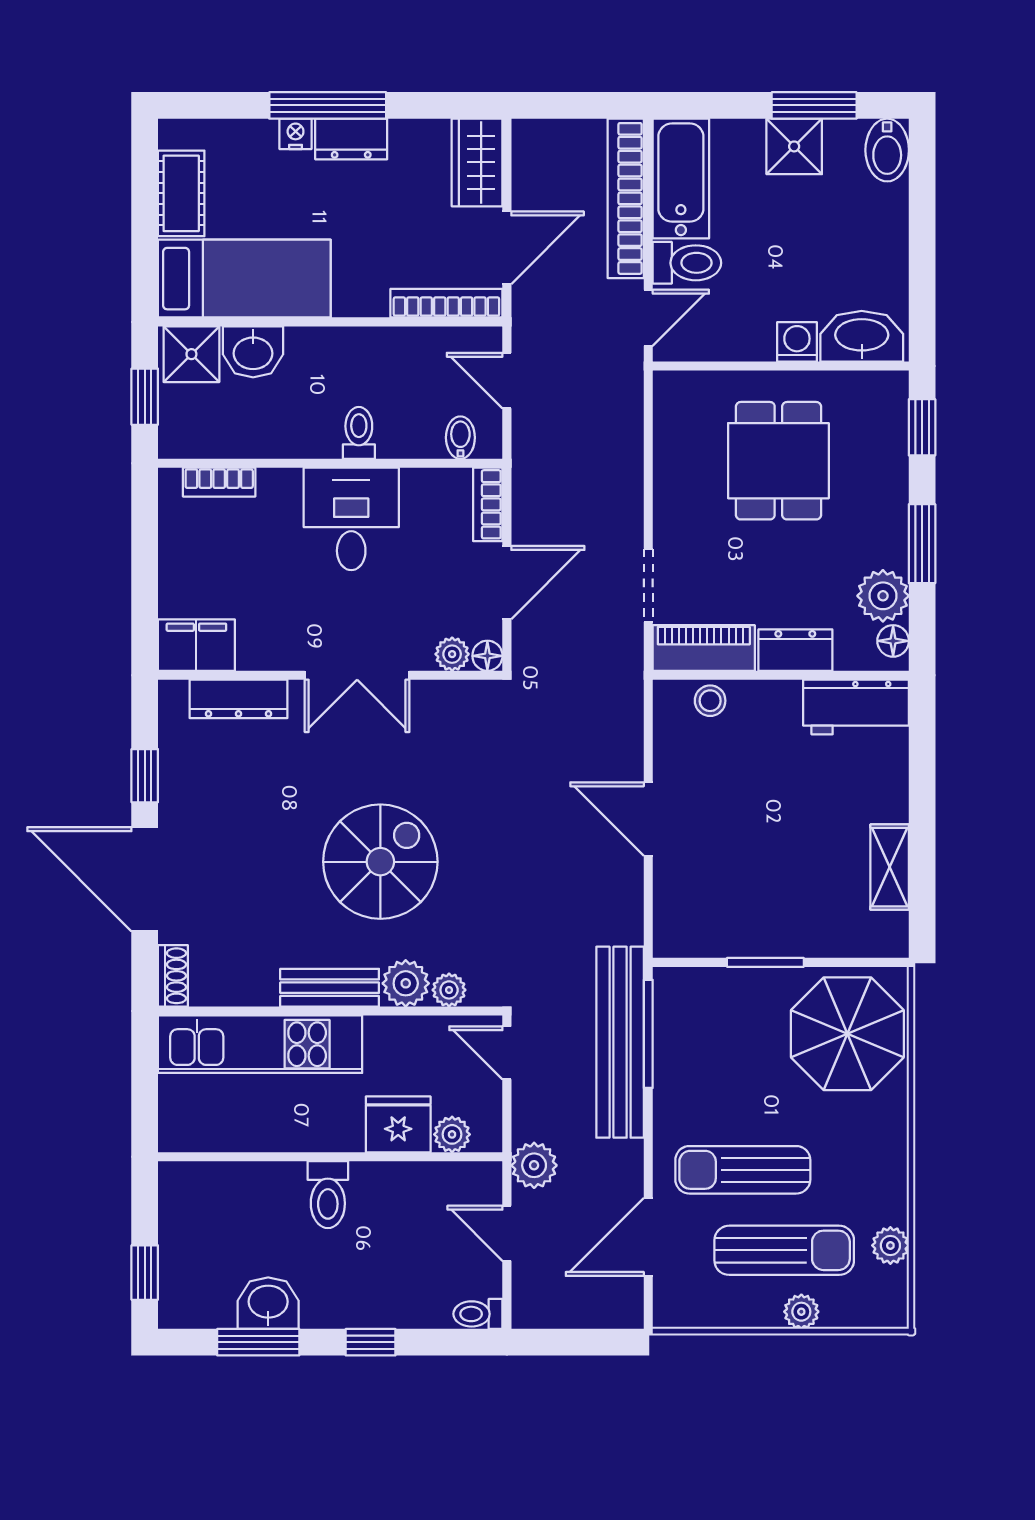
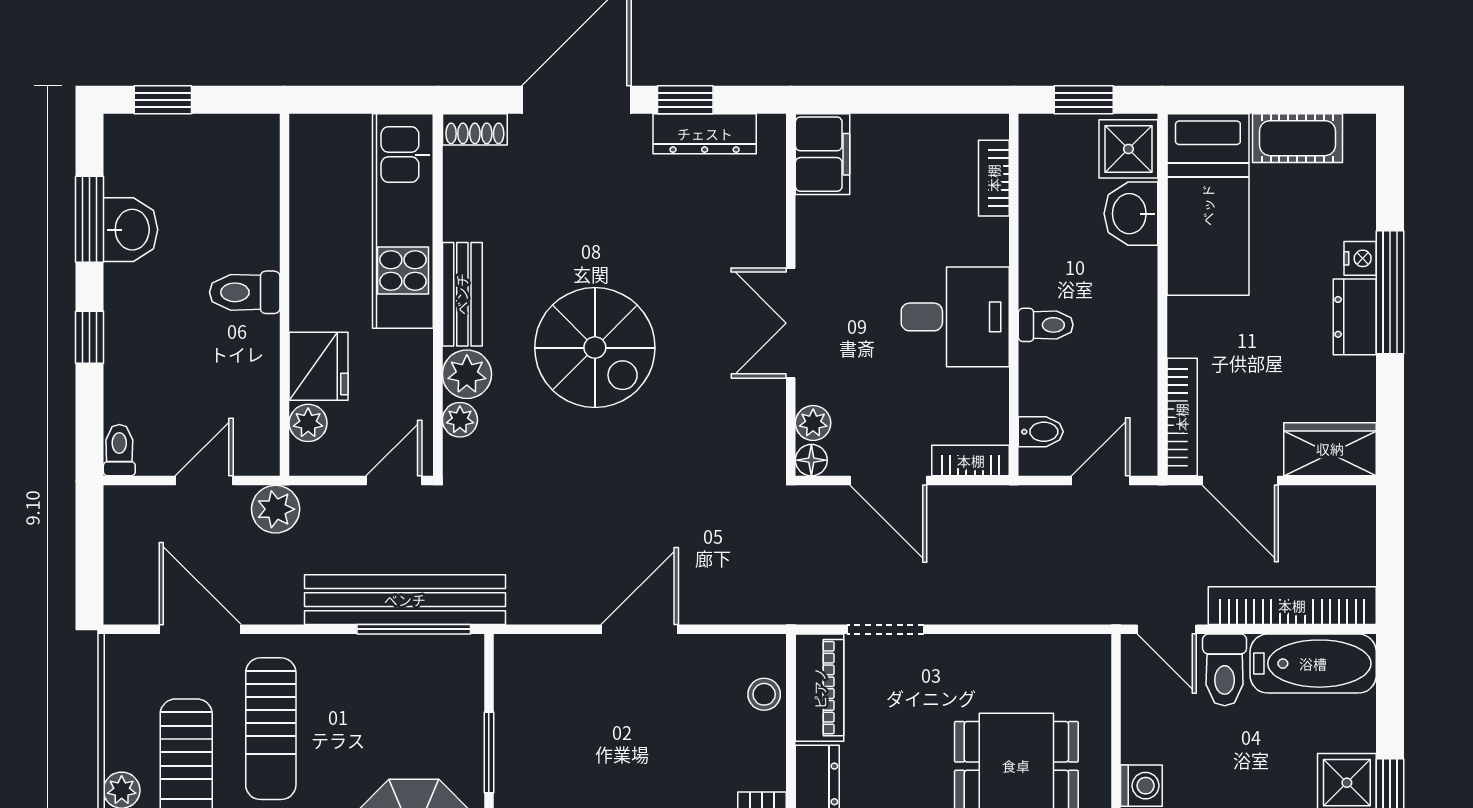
dresser: (239, 699) -> (705, 134), moved, turned -90
sun lounger: (743, 1170) -> (271, 729), turned 180

